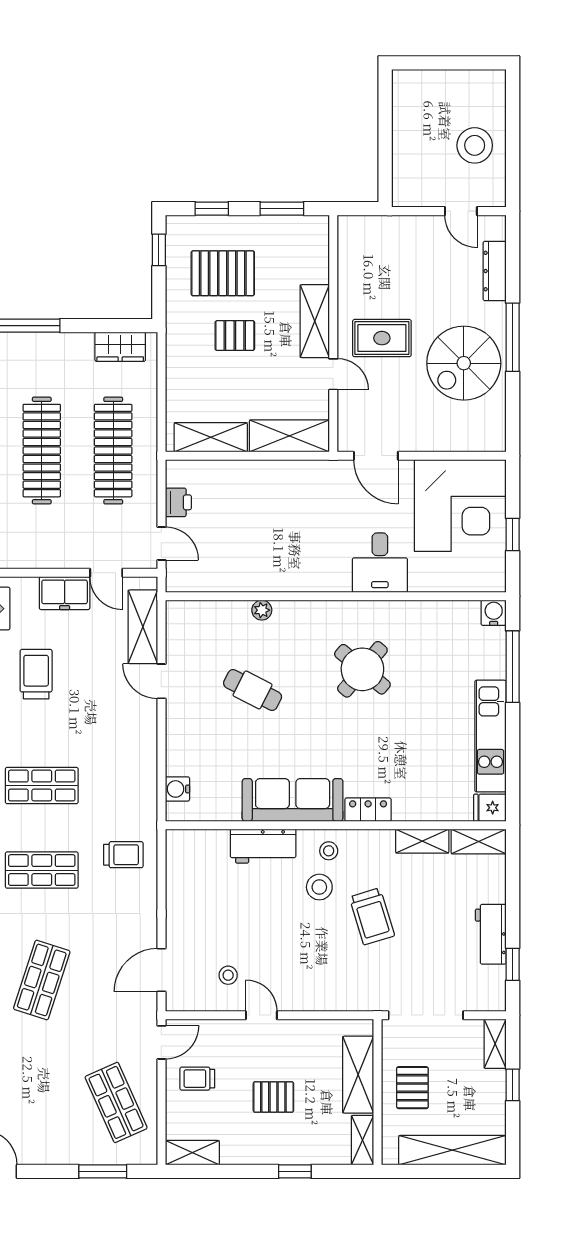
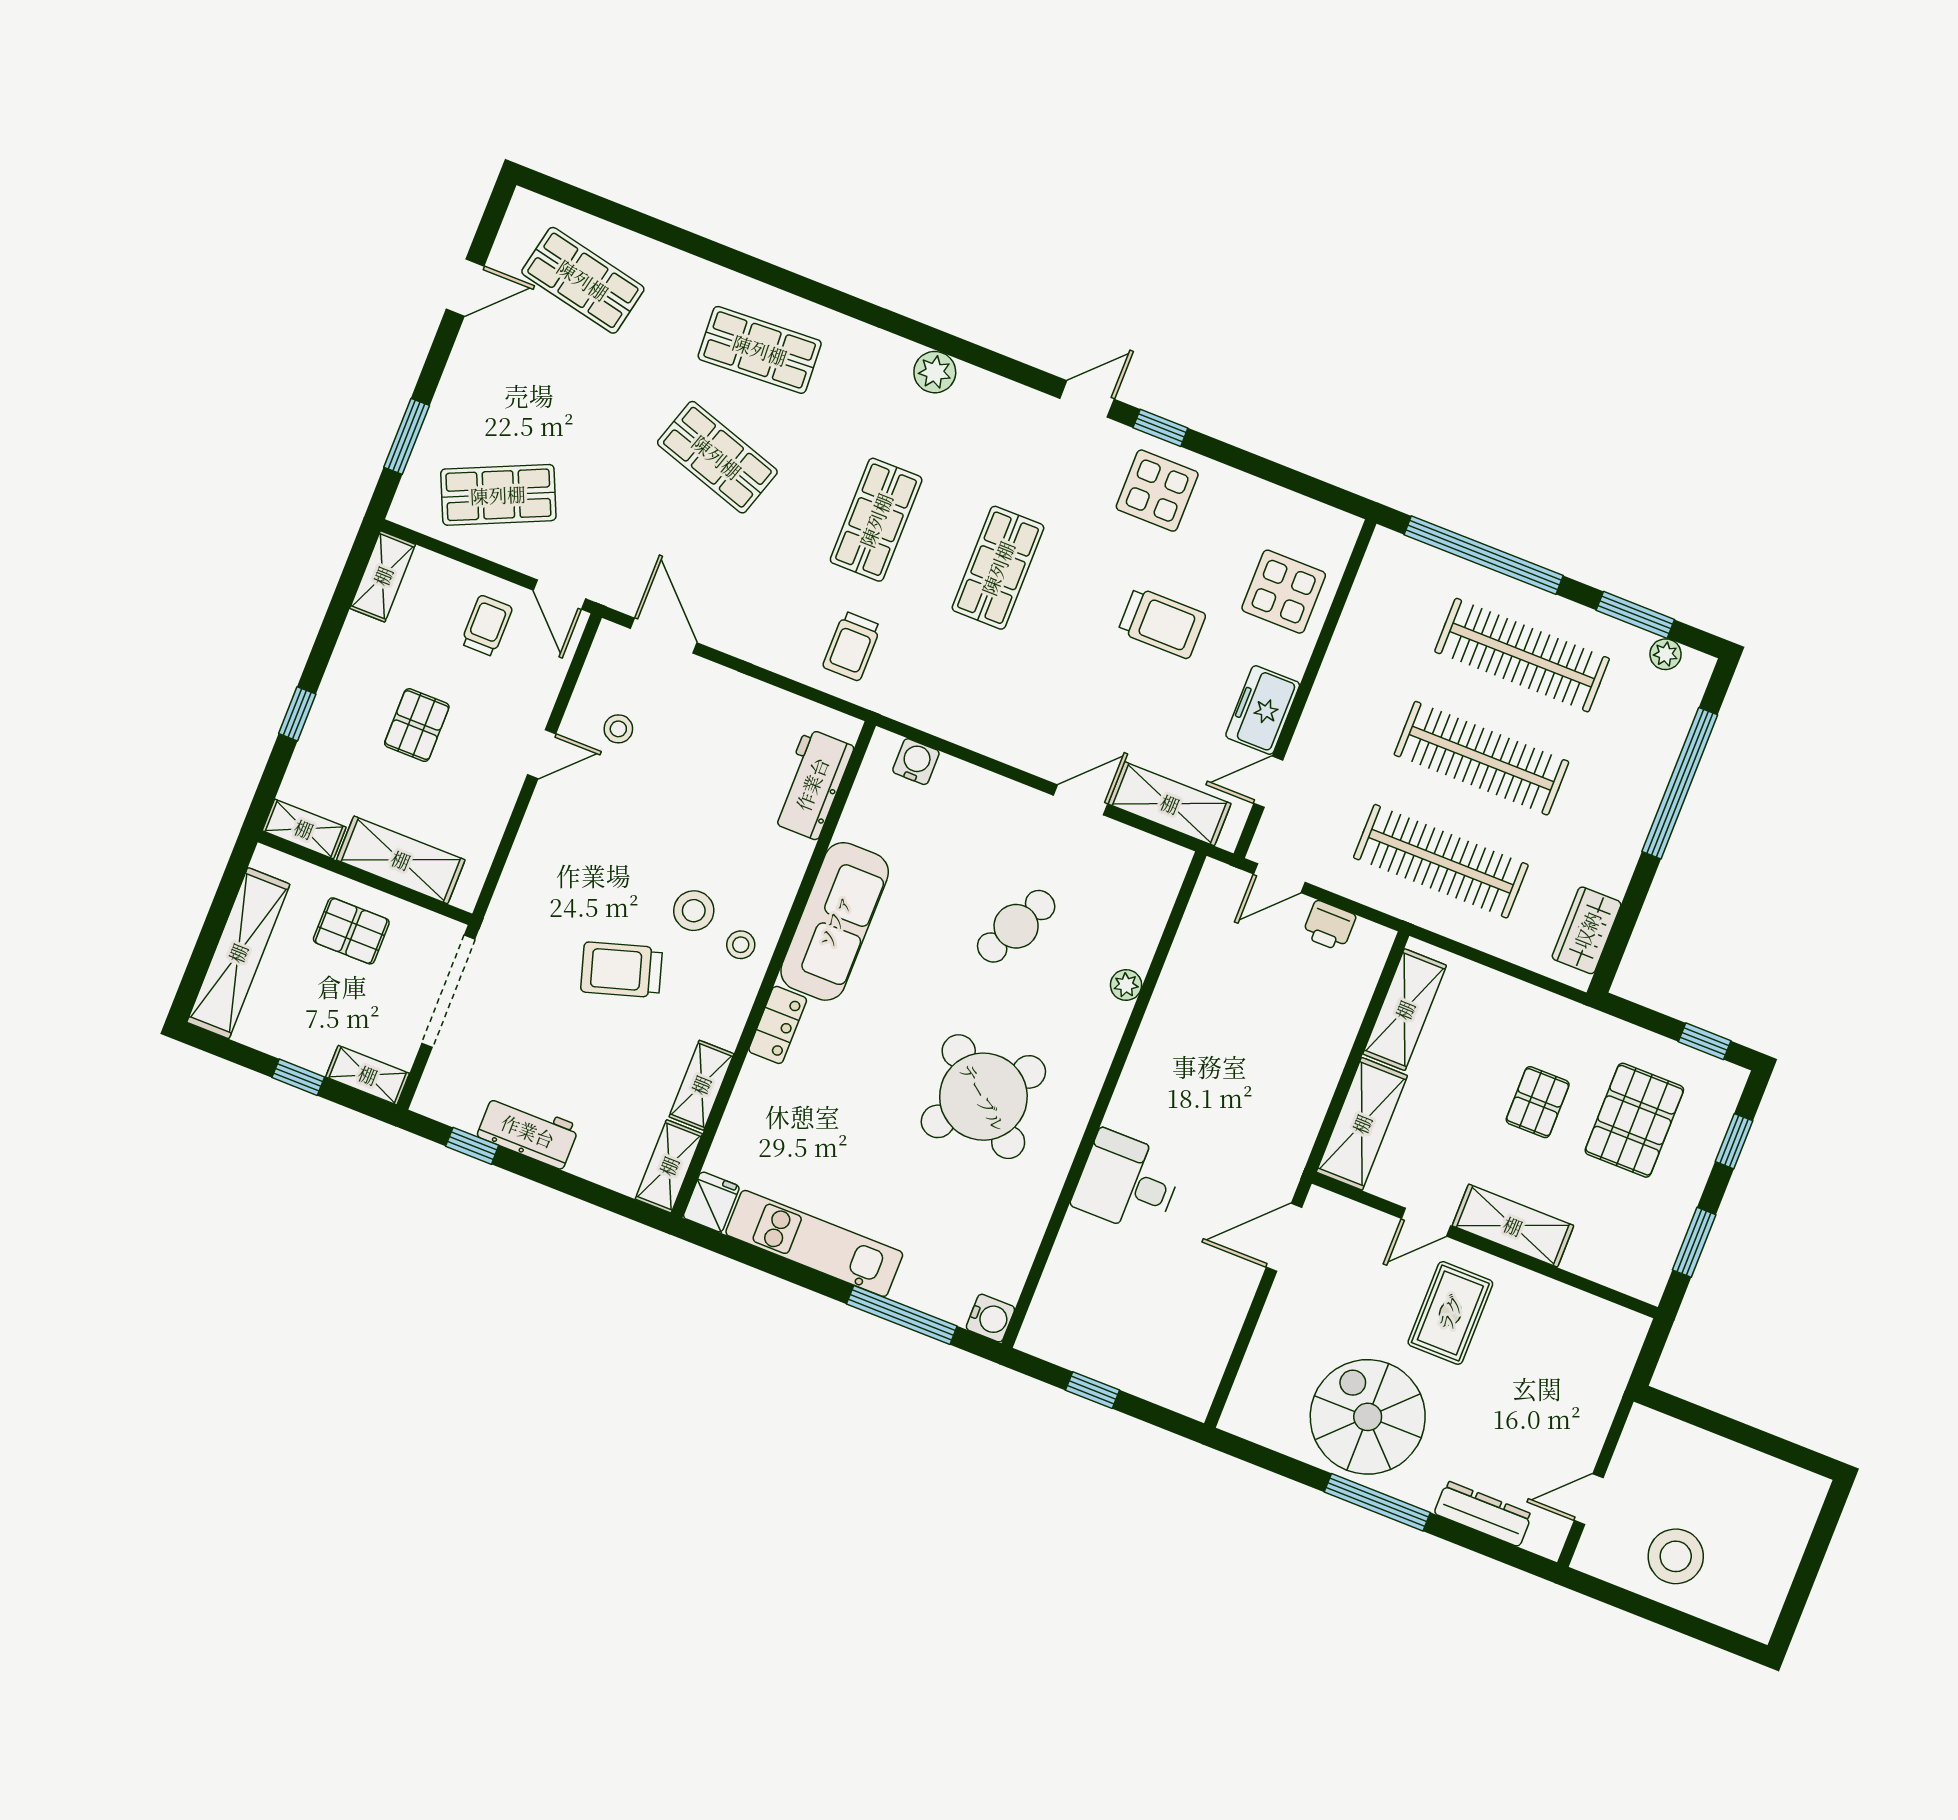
corner desk: (460, 506) -> (1164, 1331), removed
round table: (362, 669) -> (983, 1097), width x1.36, depth x1.36
workbench: (263, 846) -> (812, 784), moved

